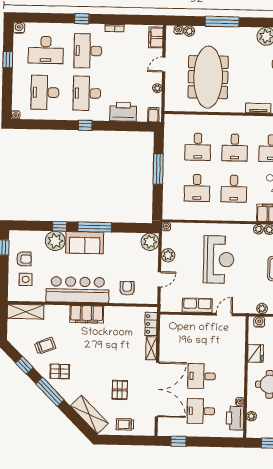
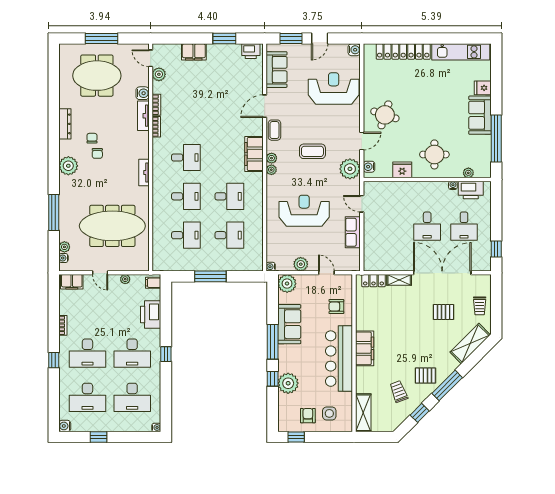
desk: (46, 50) -> (87, 397), turned 90
sofa: (85, 243) -> (289, 324), moved
plant: (262, 309) -> (350, 169), width x1.88, depth x1.88
pallet: (60, 371) -> (425, 376), turned 90

